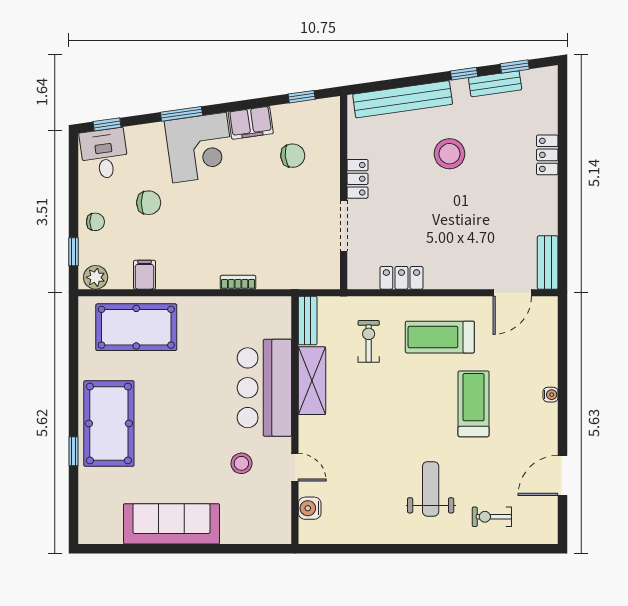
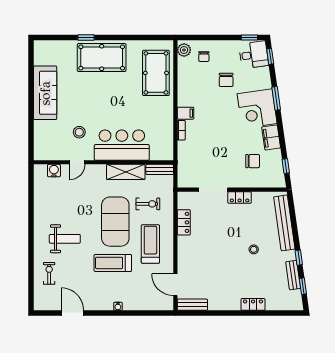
stool: (449, 154) -> (254, 249), width x0.53, depth x0.53
chair: (293, 156) -> (253, 161), turned -84
chair: (95, 222) -> (204, 57), moved
window: (74, 252) -> (249, 38), moved
filing cabinet: (144, 275) -> (185, 113), moved
exercise mat: (400, 399) -> (115, 222), added
treadmill: (474, 404) -> (113, 263), turned 180

